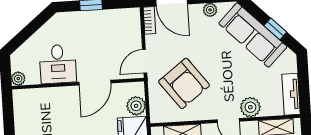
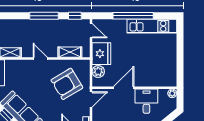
armchair: (184, 83) -> (67, 84), turned -84
plant: (250, 107) -> (26, 66), removed

